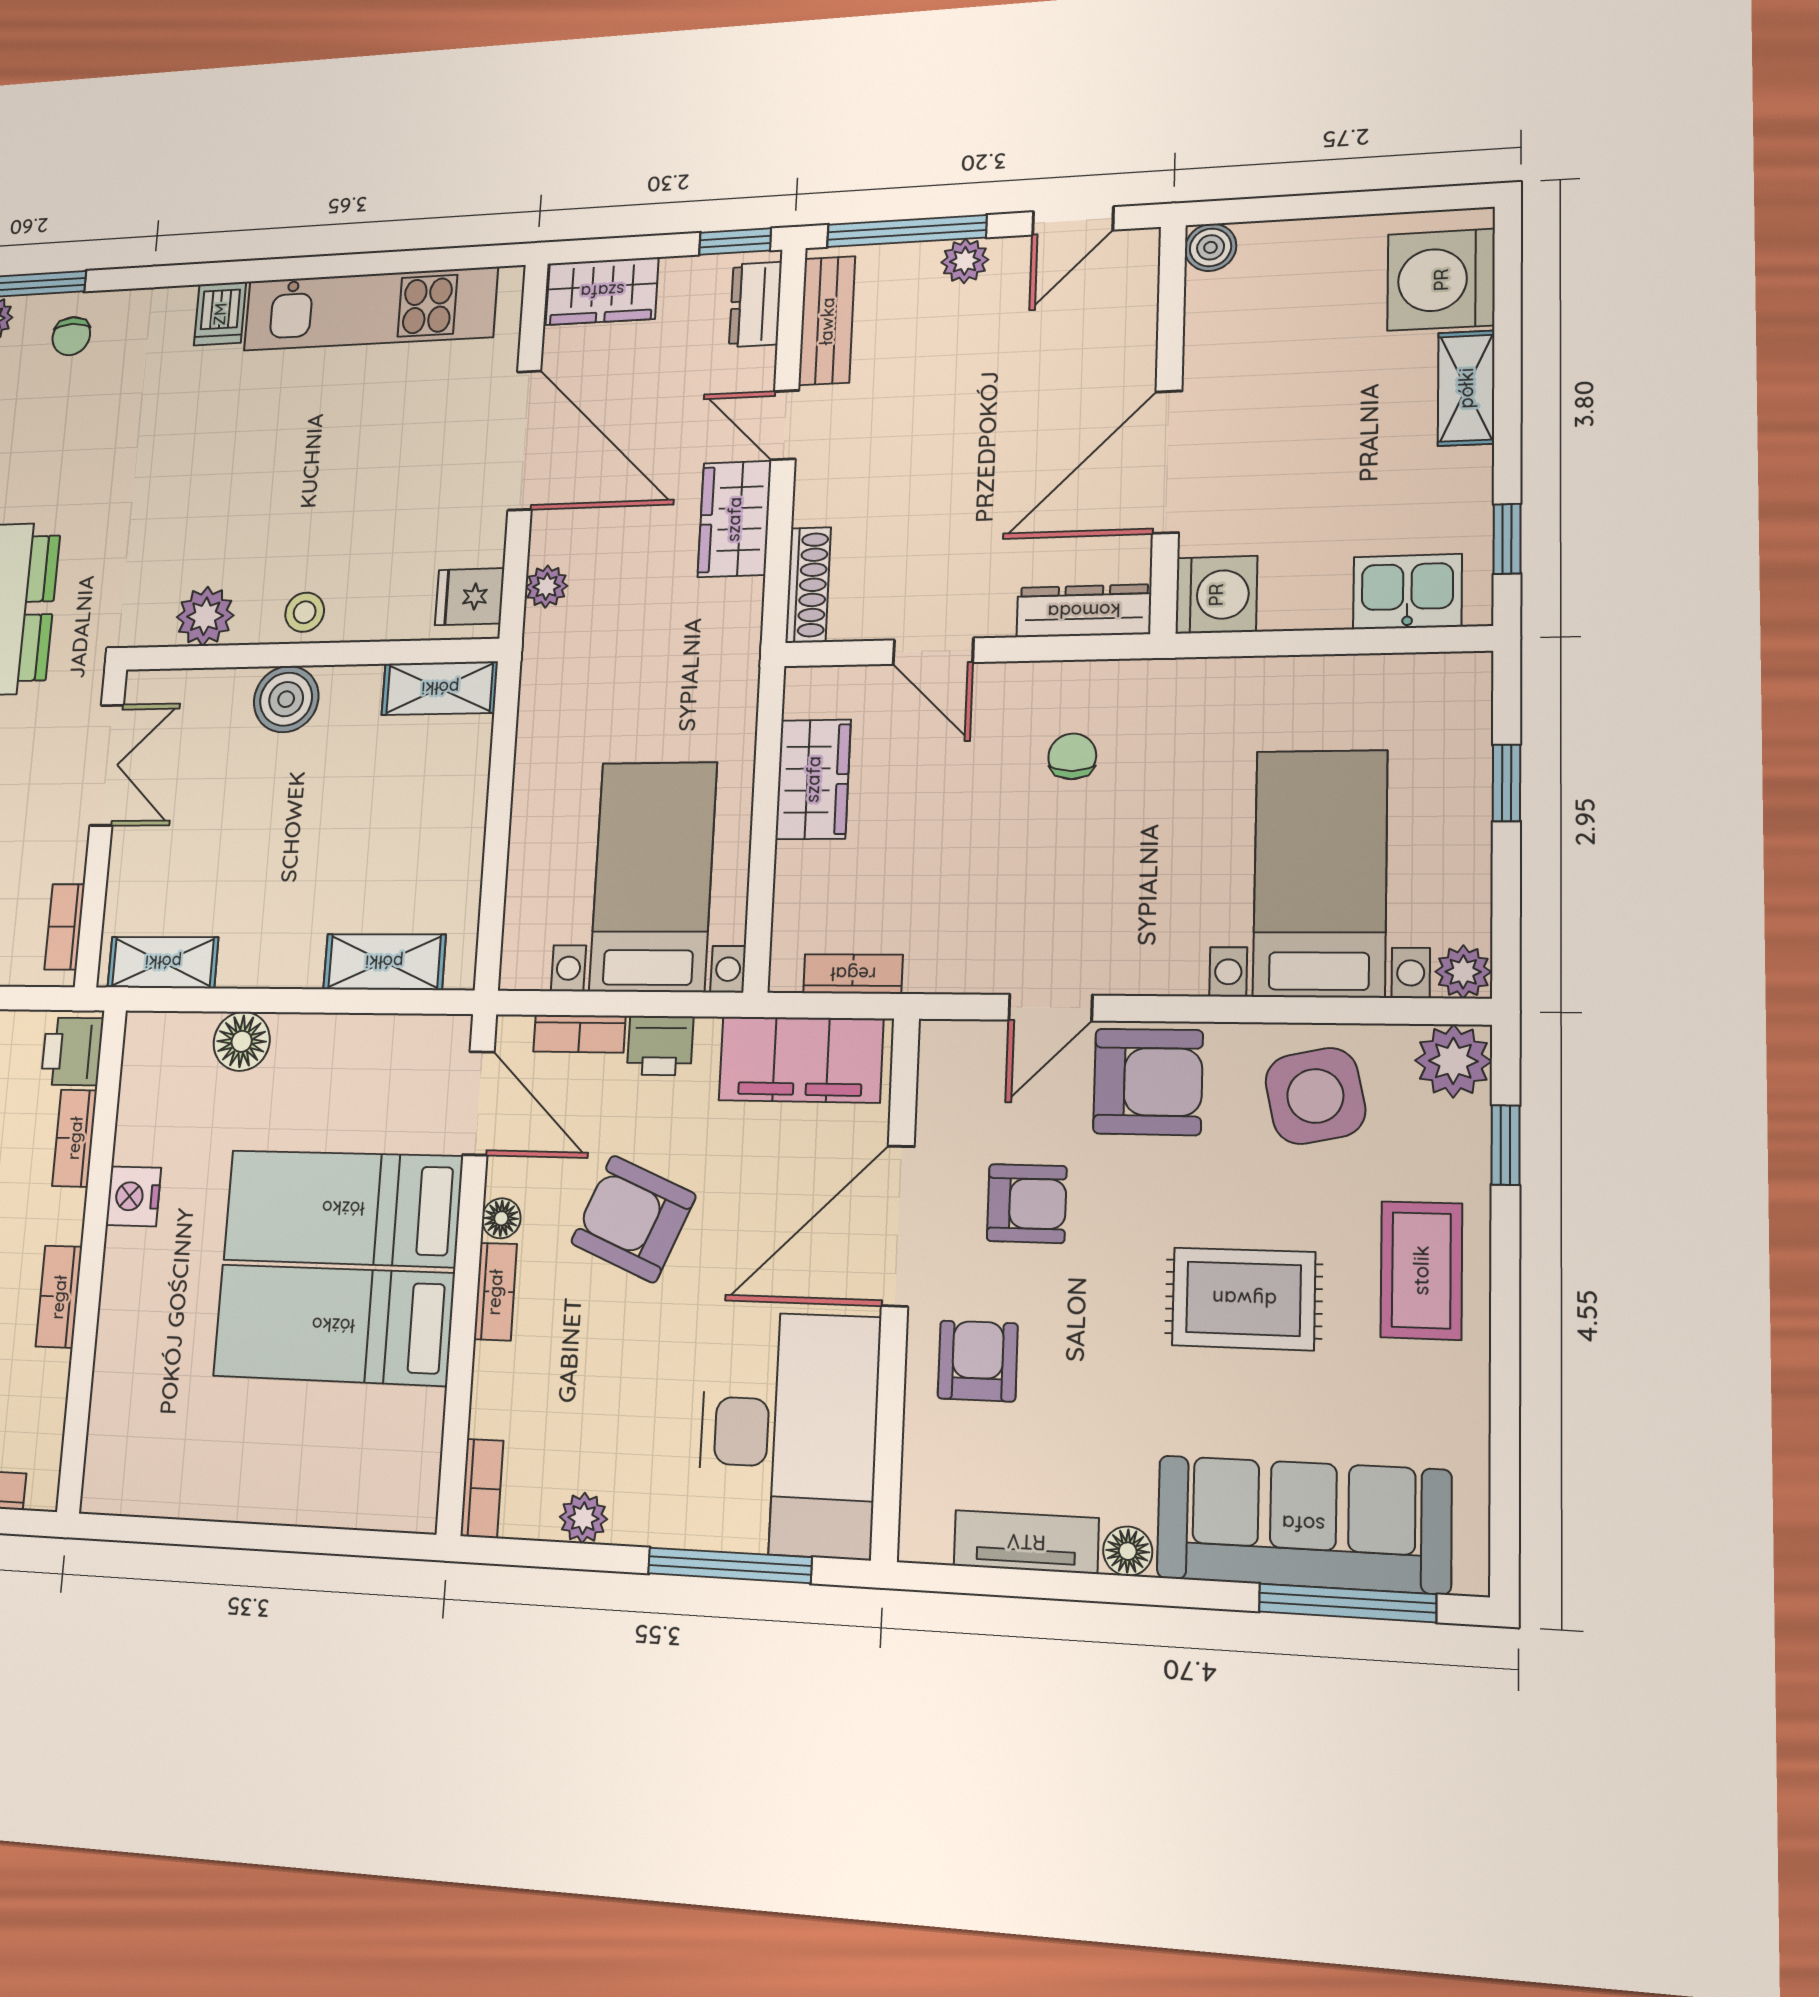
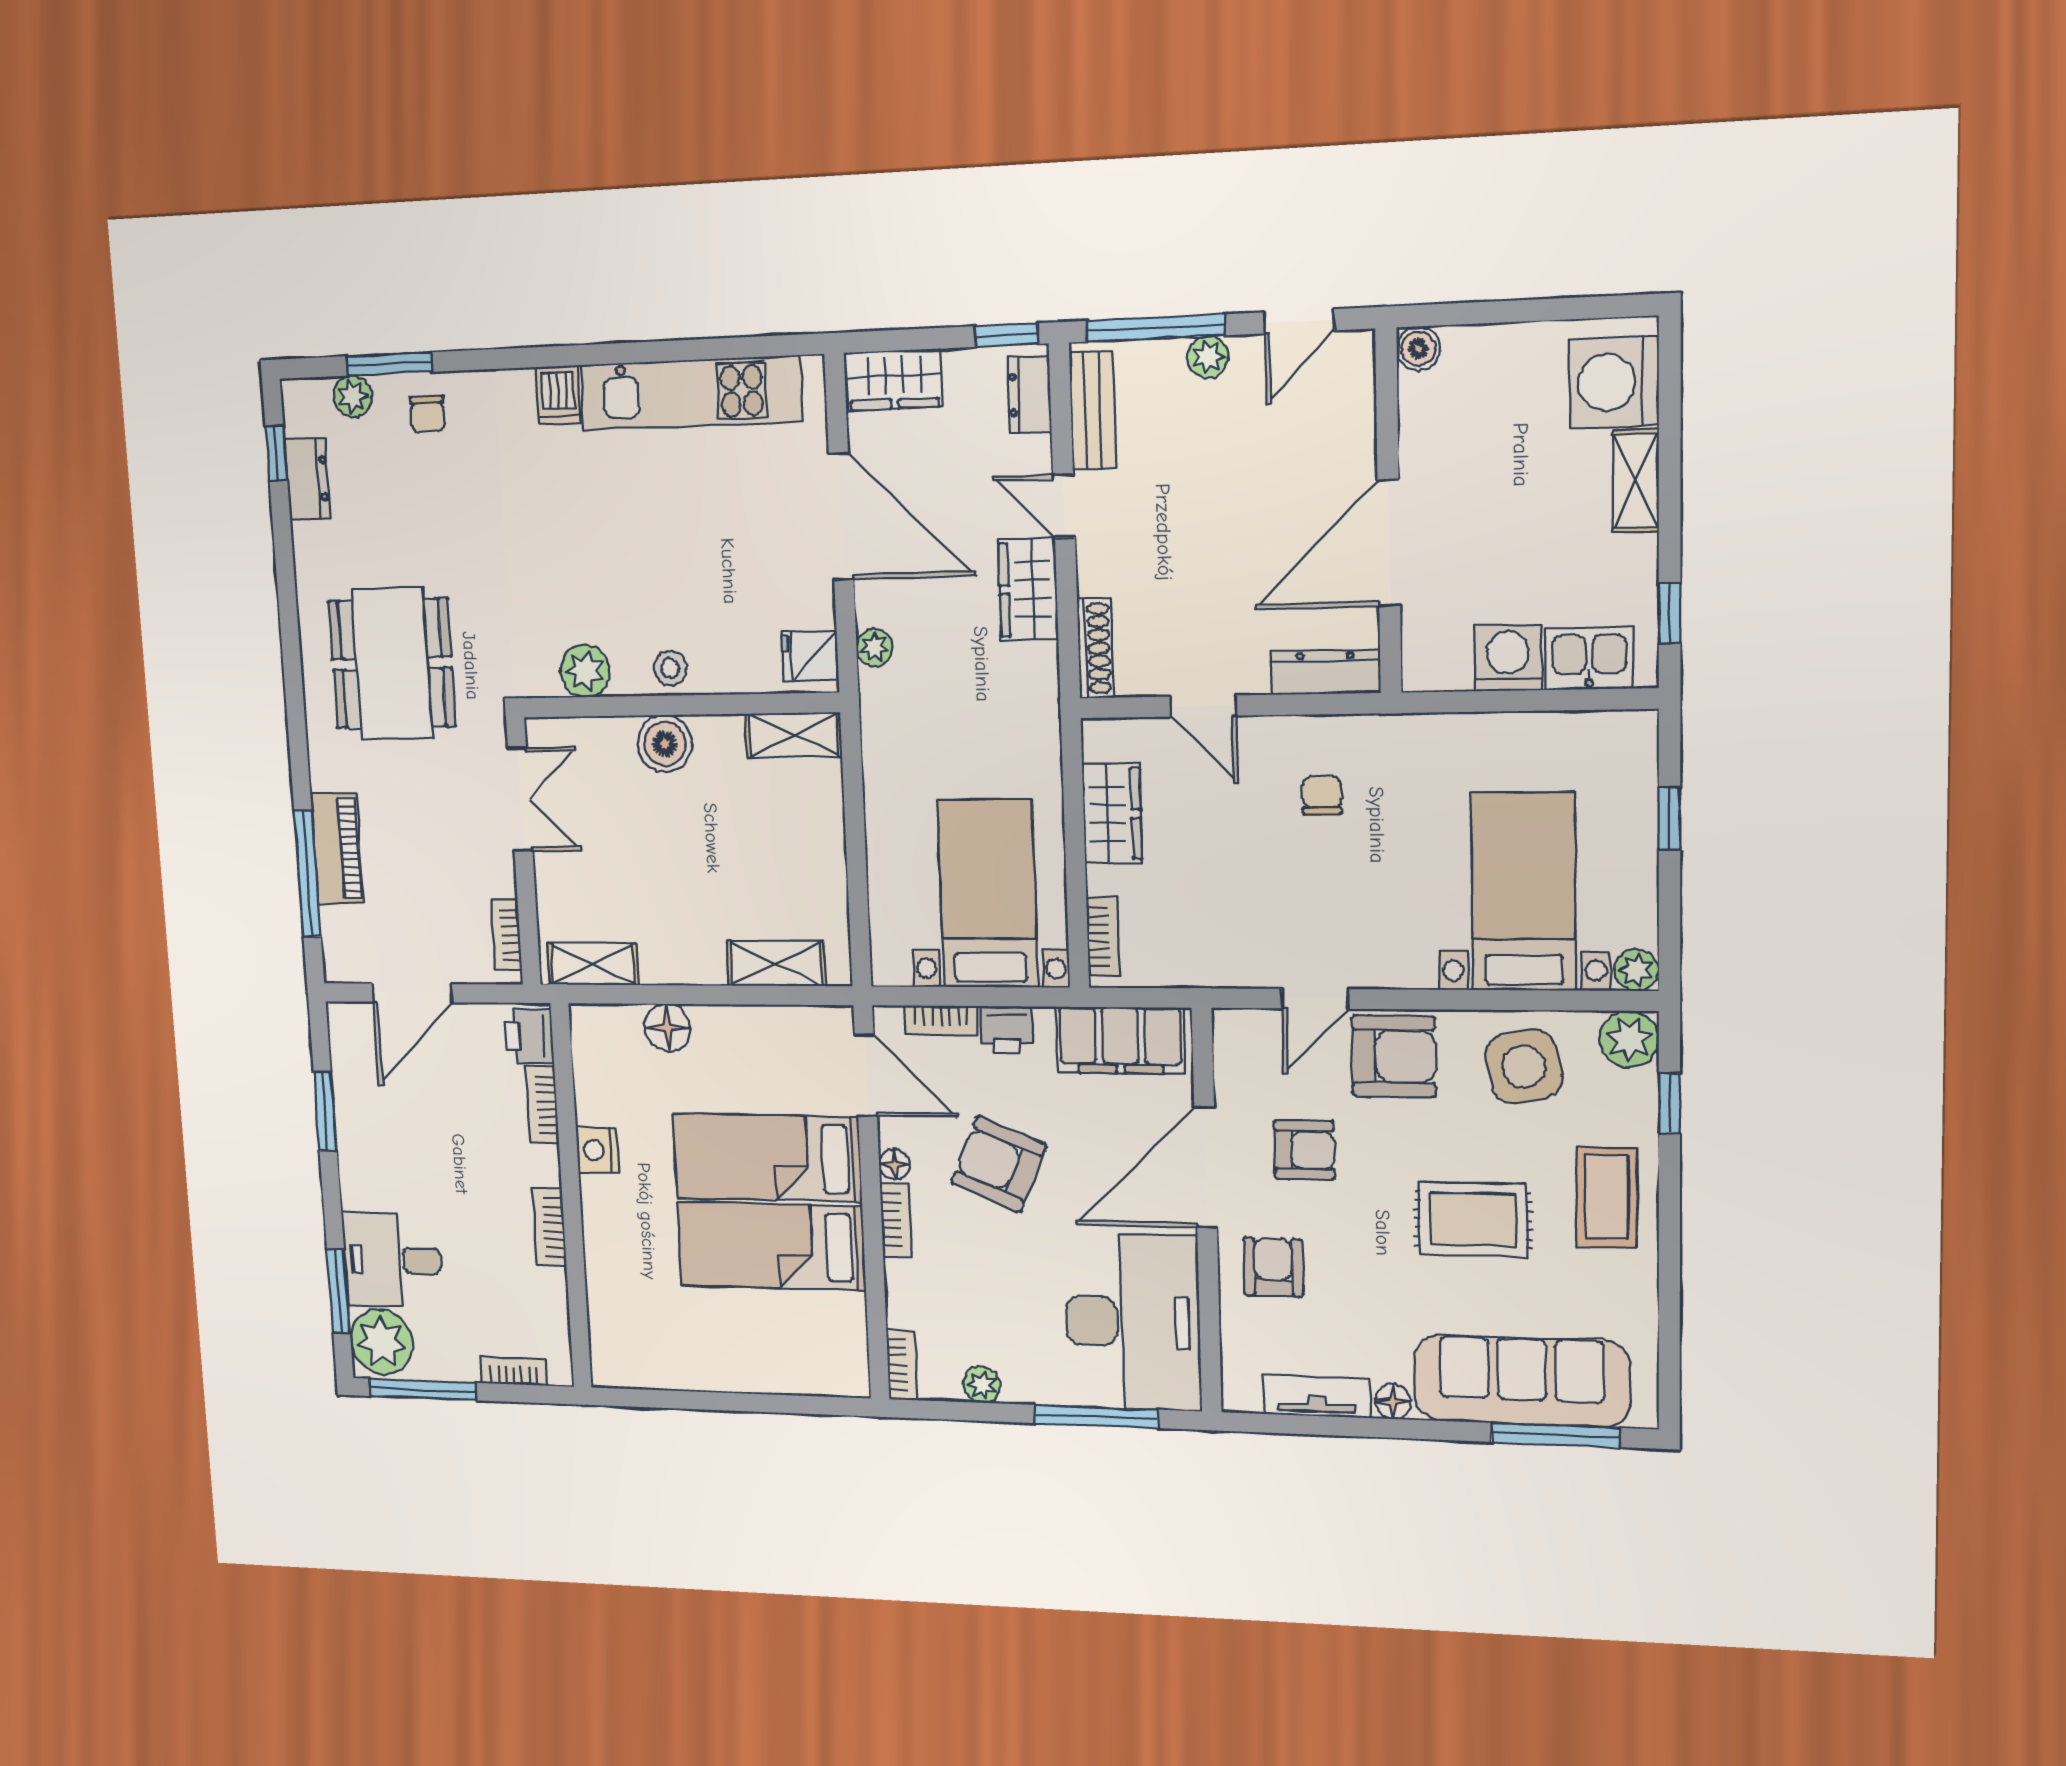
washing machine: (1216, 595) -> (1508, 658), moved, turned -90
bookcase: (853, 974) -> (1103, 937), moved, turned 90

